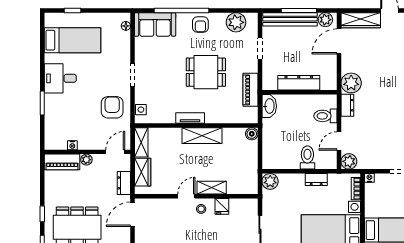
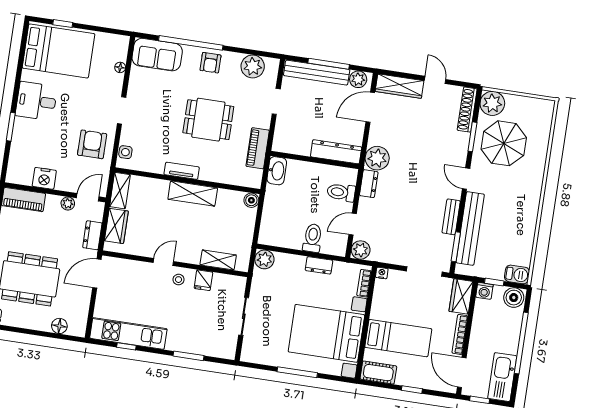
floor lamp: (126, 26) -> (120, 67), moved
bed: (73, 40) -> (59, 51), width x1.50
dresser: (299, 83) -> (336, 152), moved
nightstand: (72, 145) -> (44, 178), width x1.89, depth x1.79
plant: (86, 160) -> (68, 203), moved
shelving: (212, 188) -> (218, 260), moved

